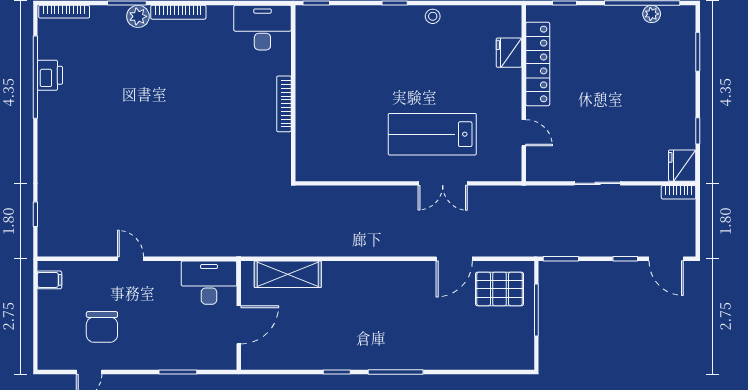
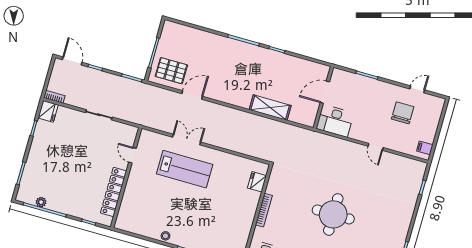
fridge: (509, 53) -> (257, 182), moved, turned 180
round table: (168, 129) -> (333, 214), added
shelving: (288, 274) -> (270, 108), moved

